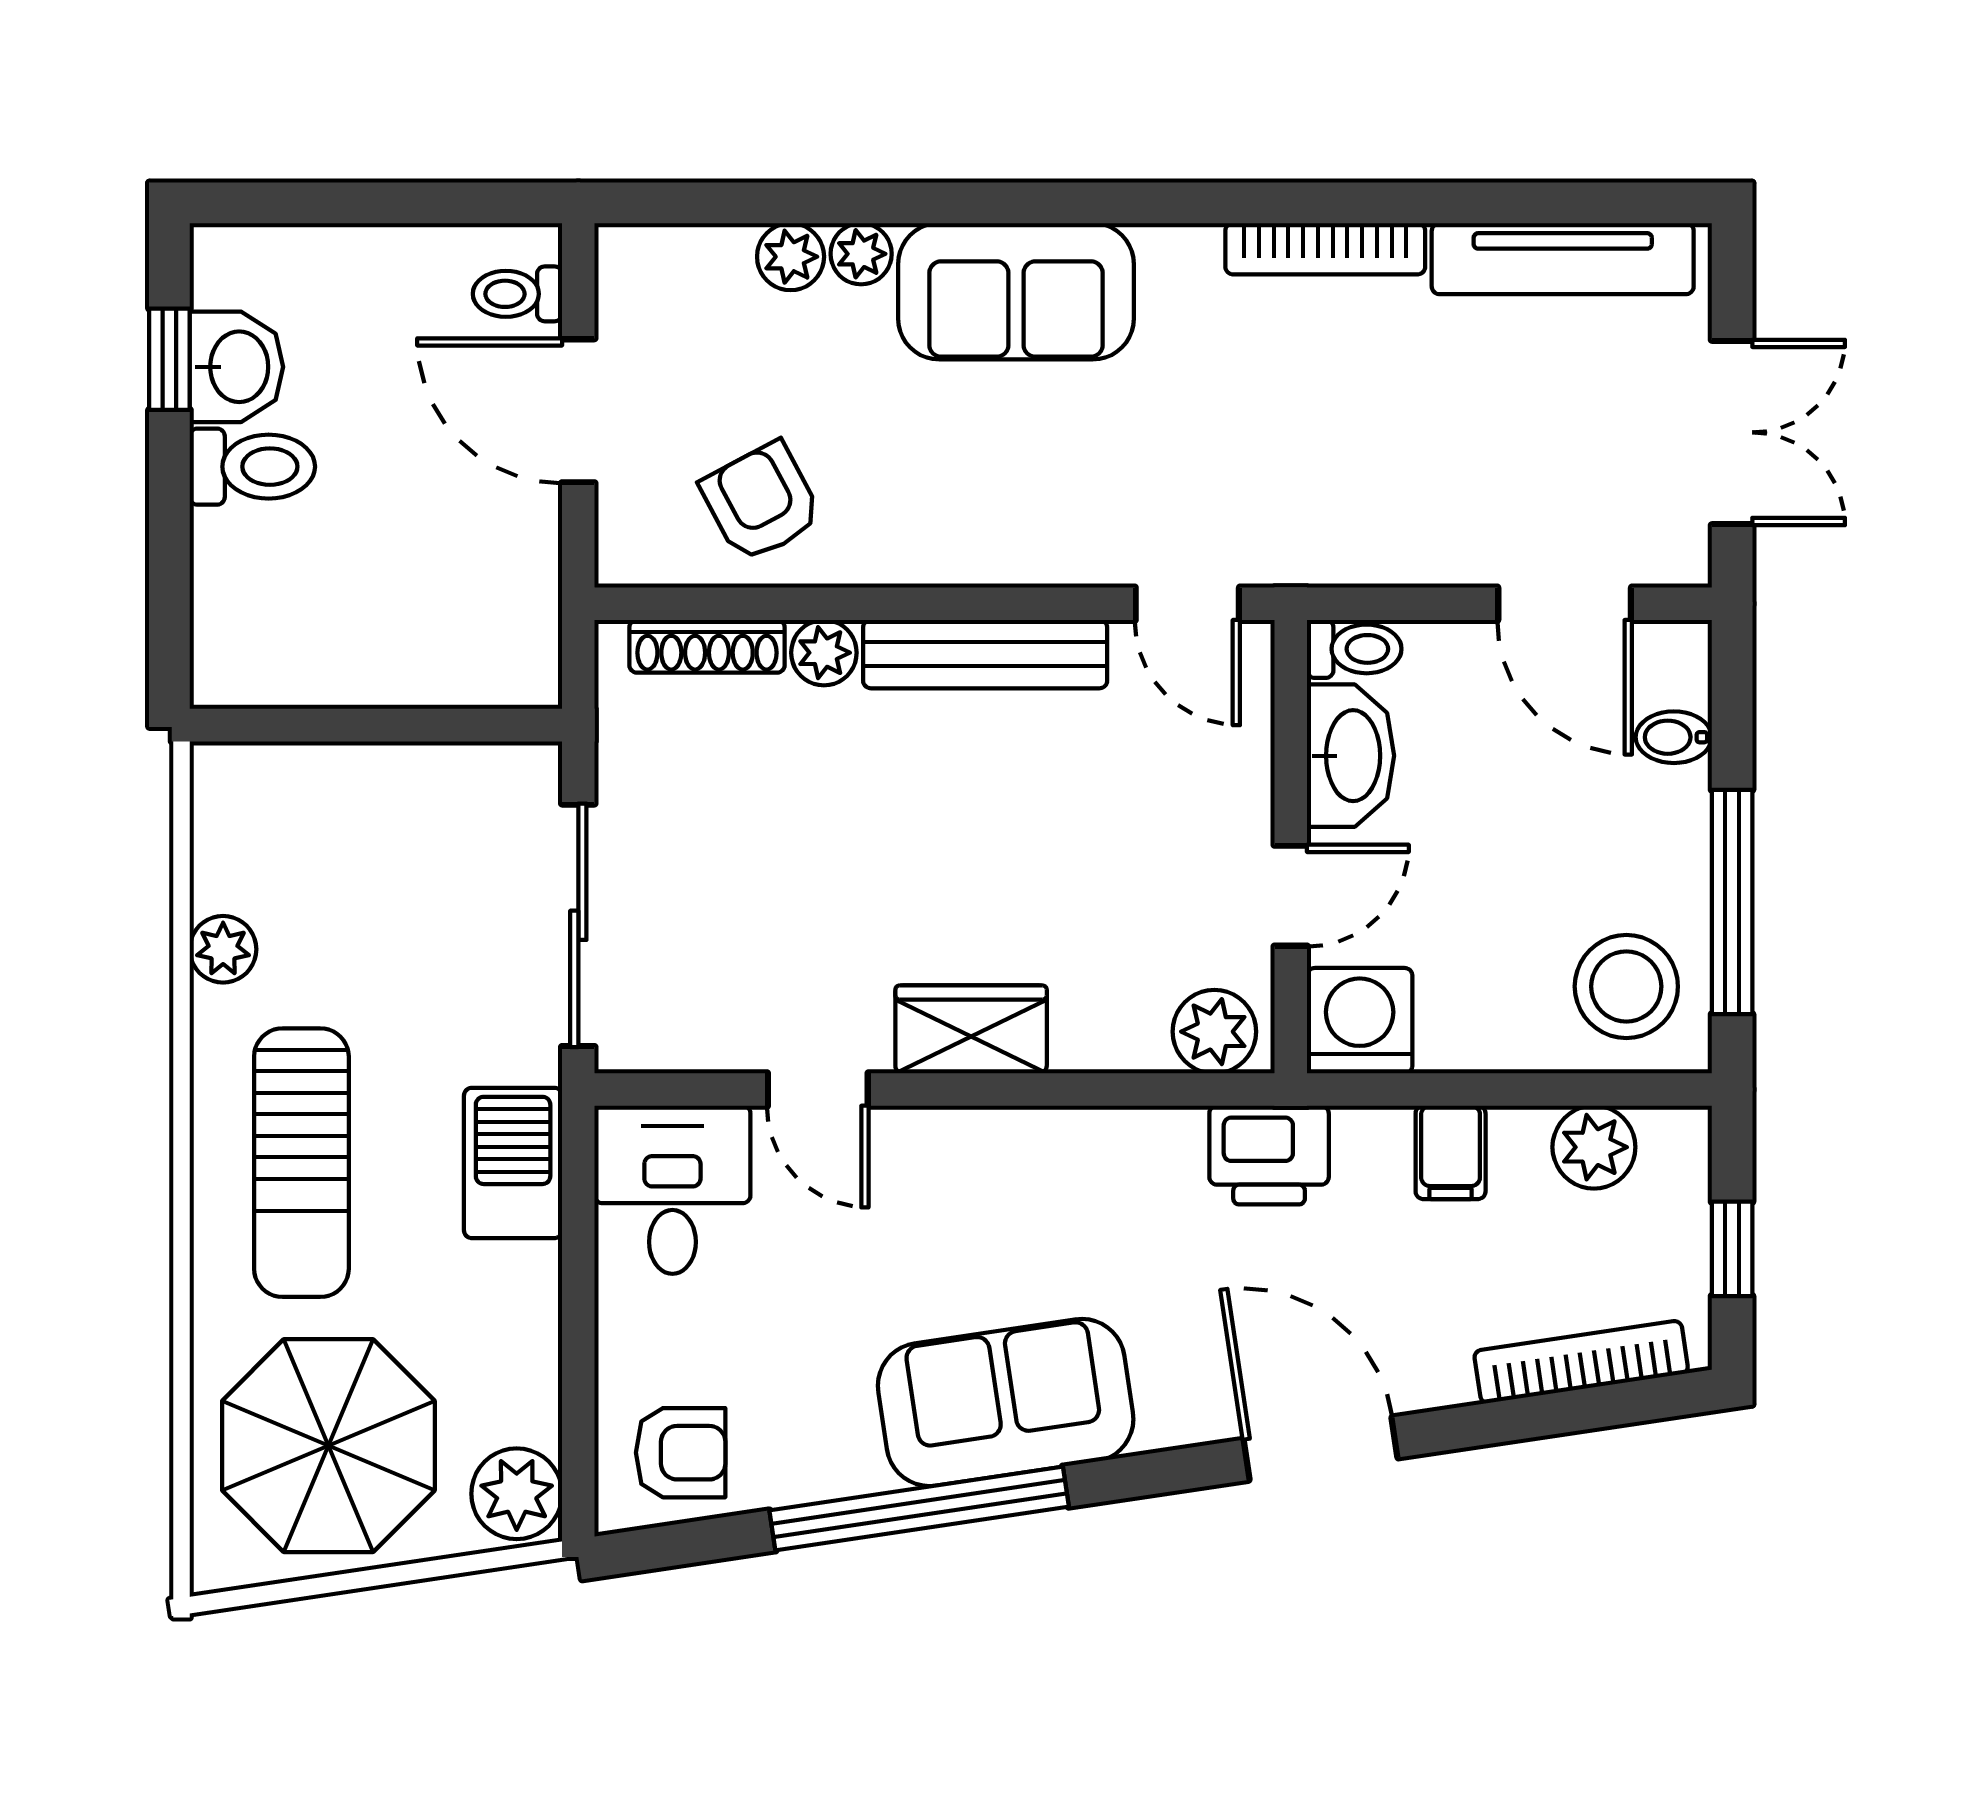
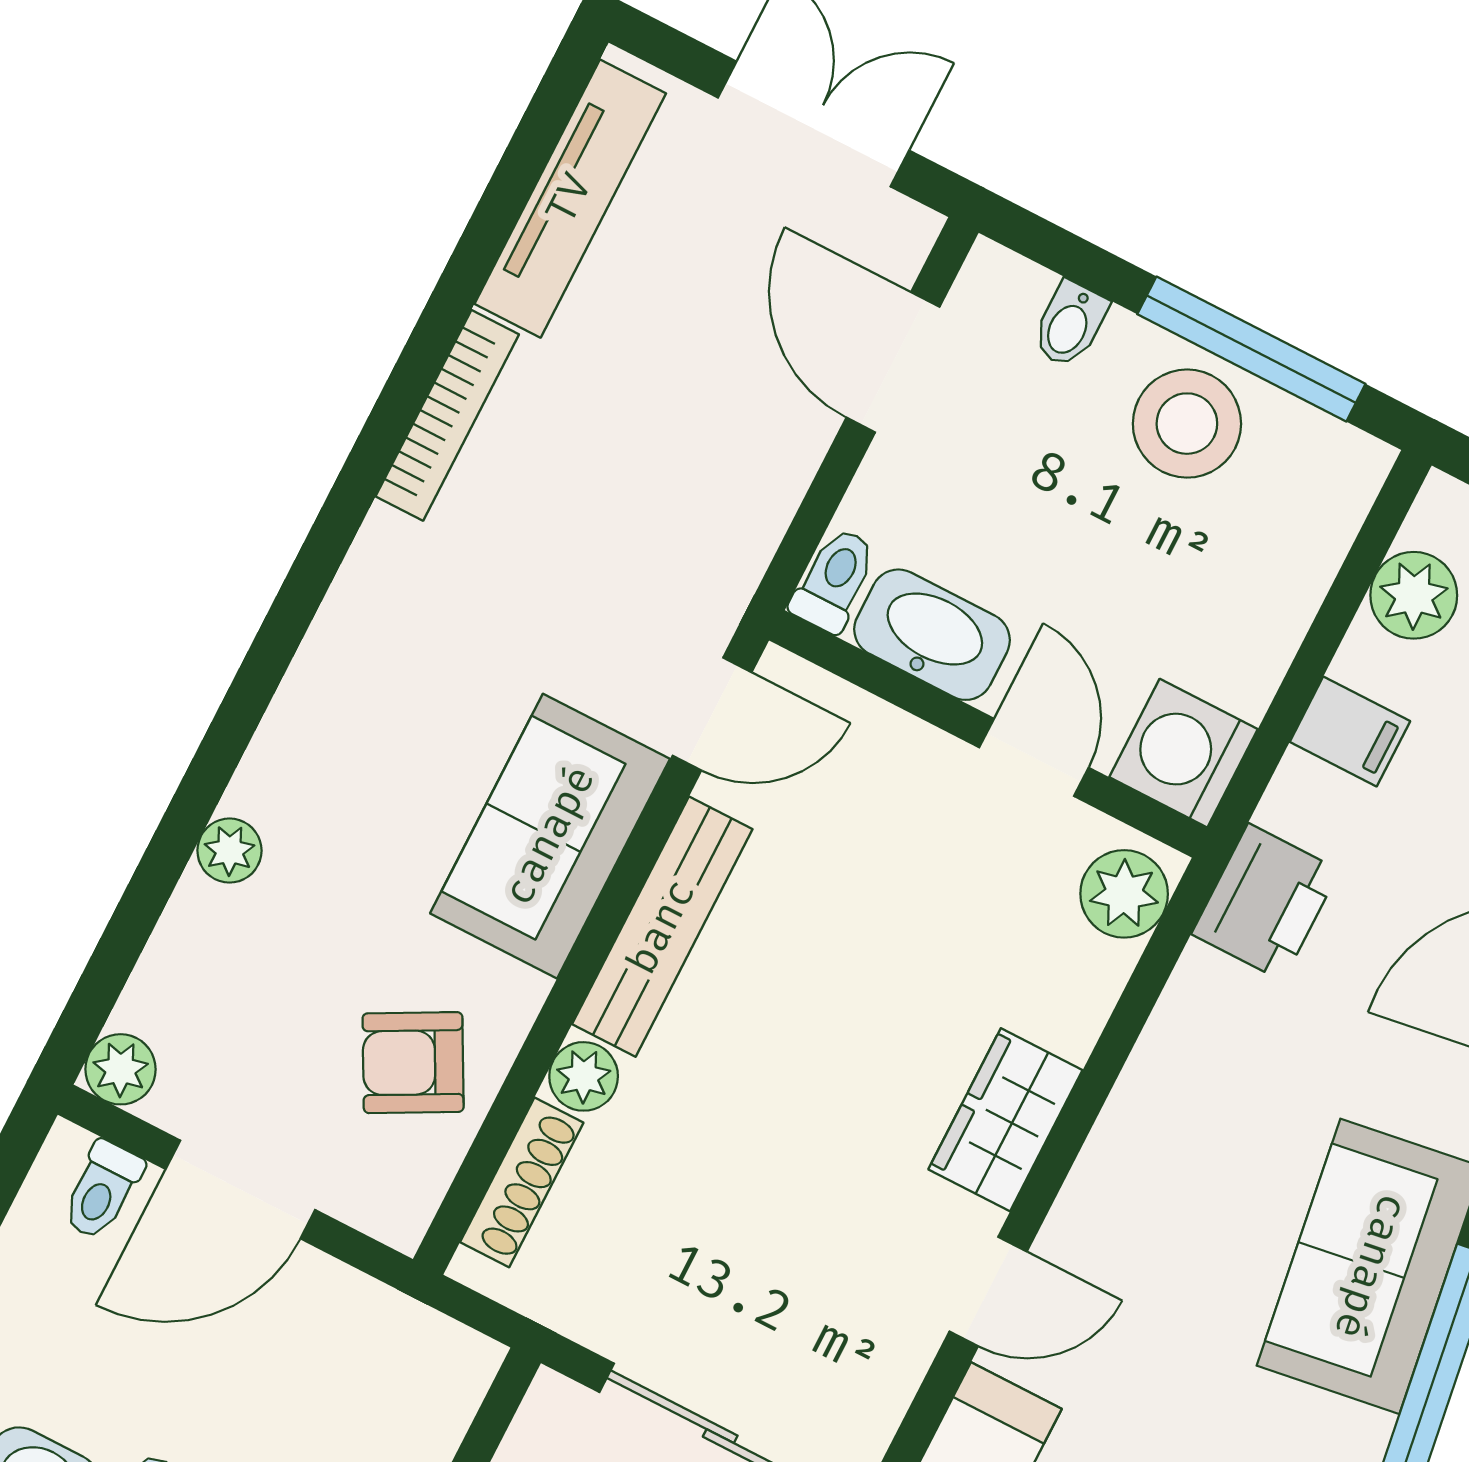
plant: (791, 257) -> (121, 1069), moved
sofa: (1016, 291) -> (550, 836), moved, turned 180
door: (1565, 604) -> (893, 362), swing flipped
stool: (1626, 986) -> (1187, 424), moved

